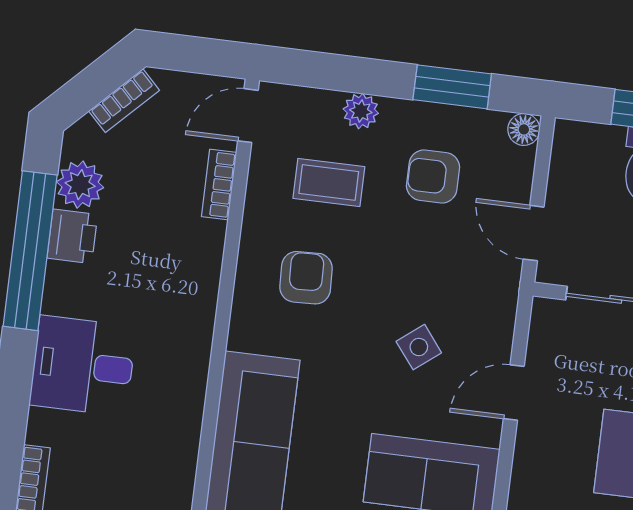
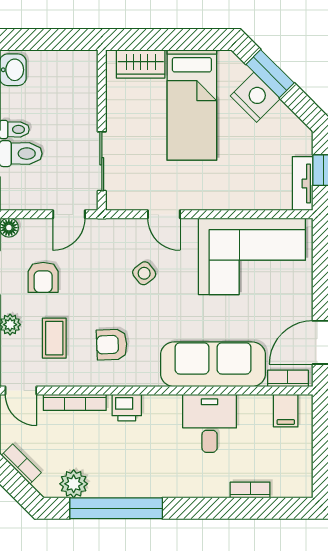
bookcase: (219, 184) -> (75, 402), width x1.56
printer: (72, 236) -> (127, 408), moved, turned 180
desk: (83, 366) -> (210, 423), moved, turned 180

